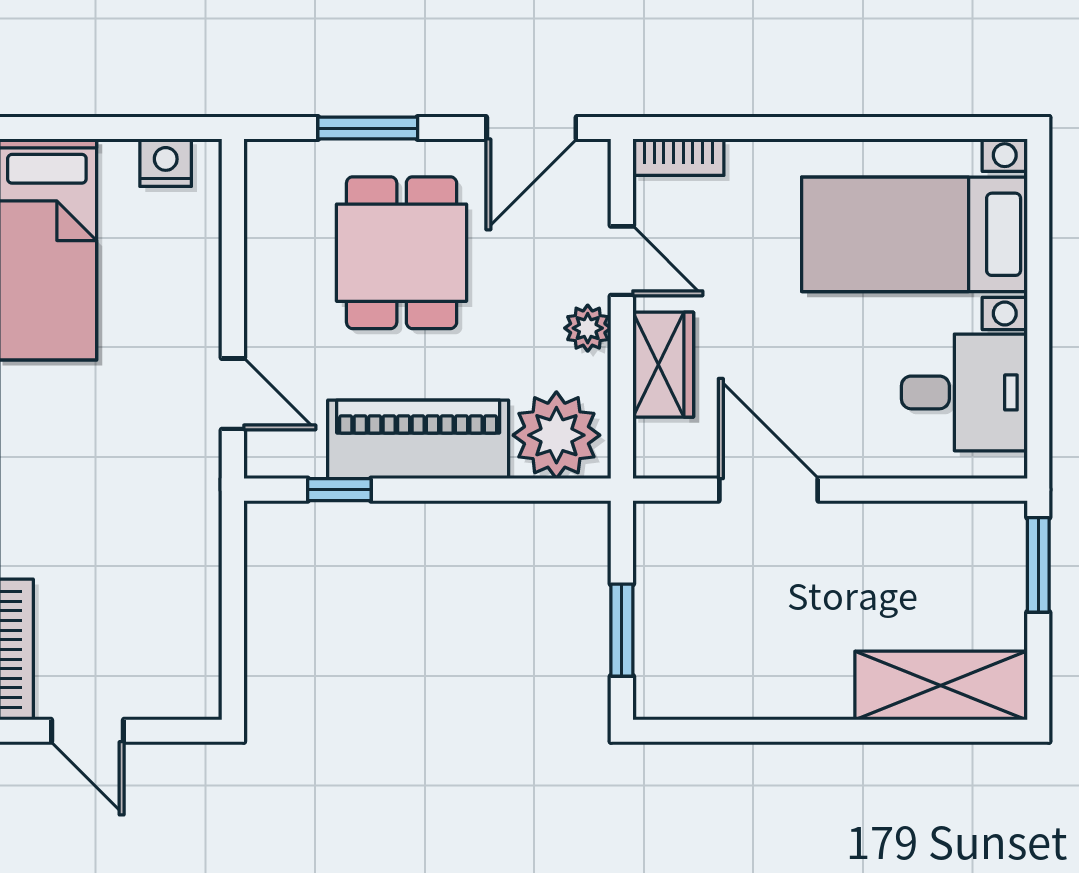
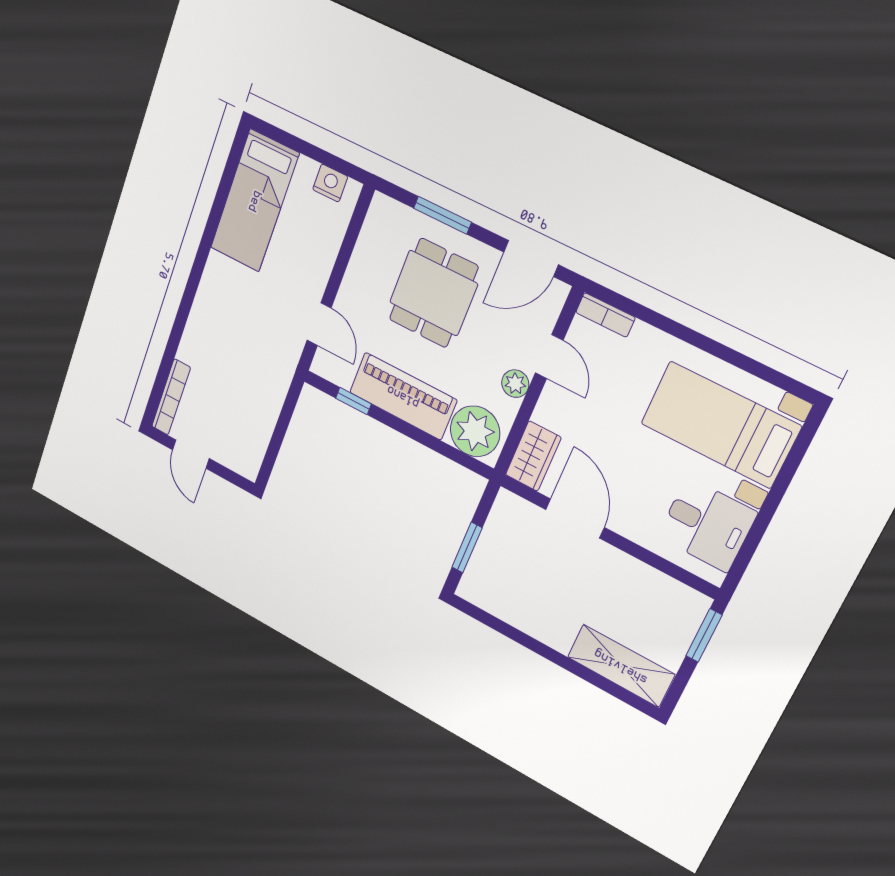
wardrobe: (663, 365) -> (533, 456), moved

